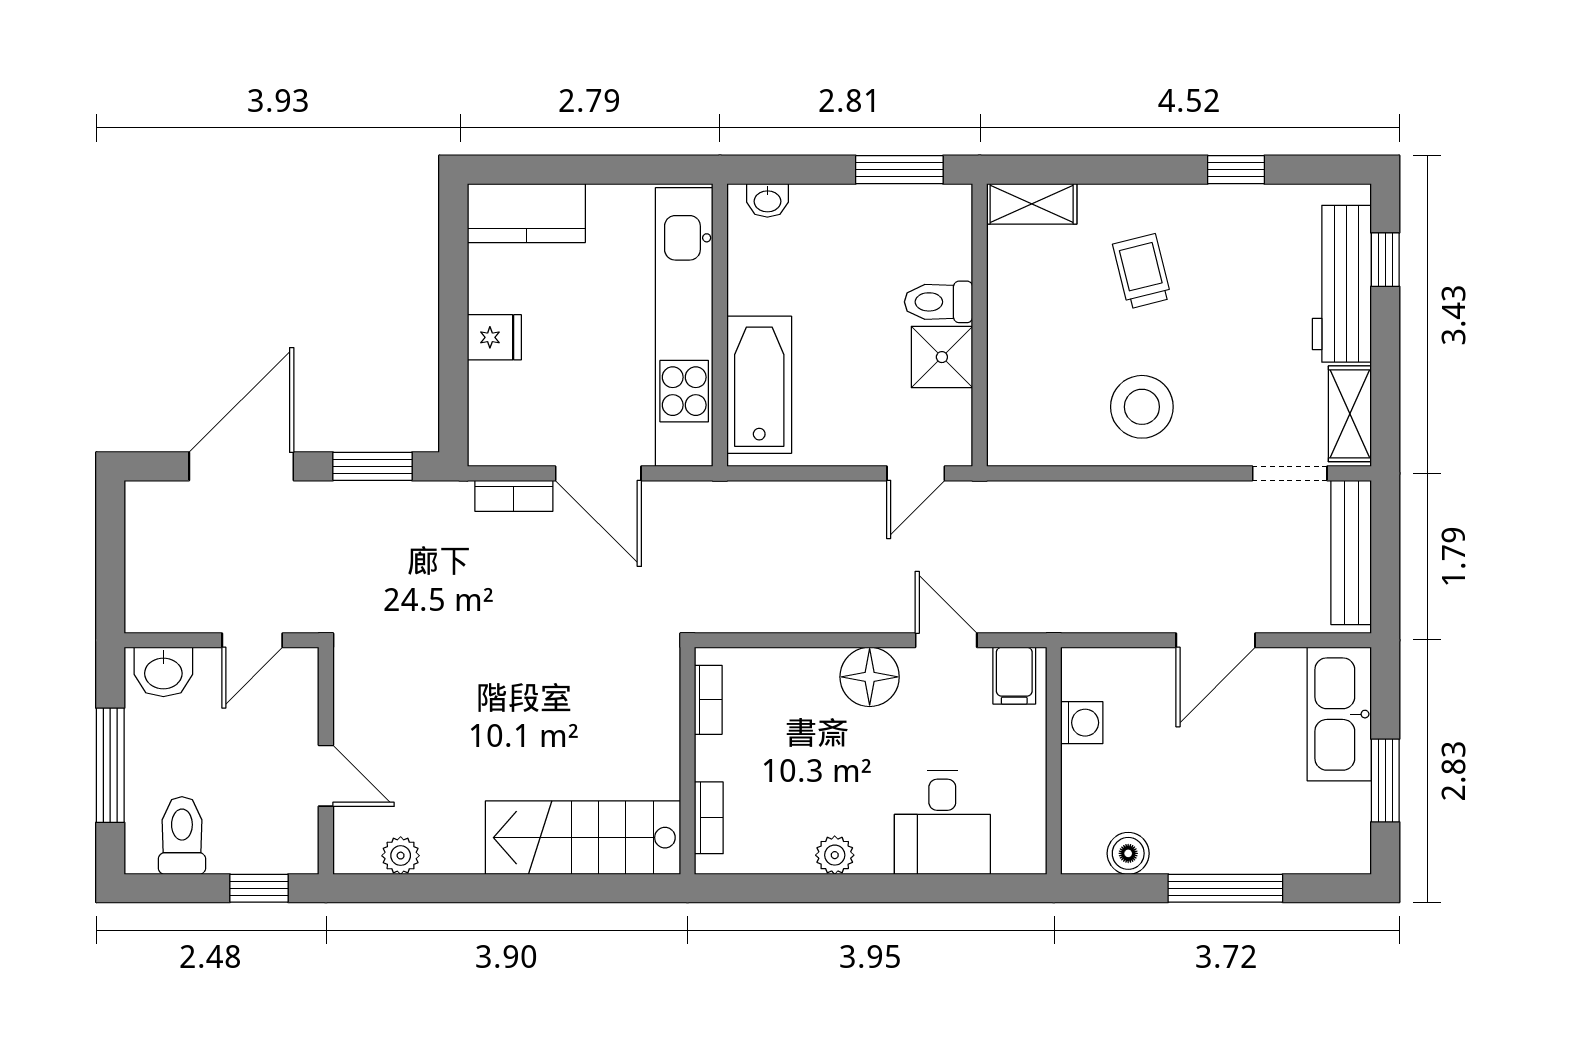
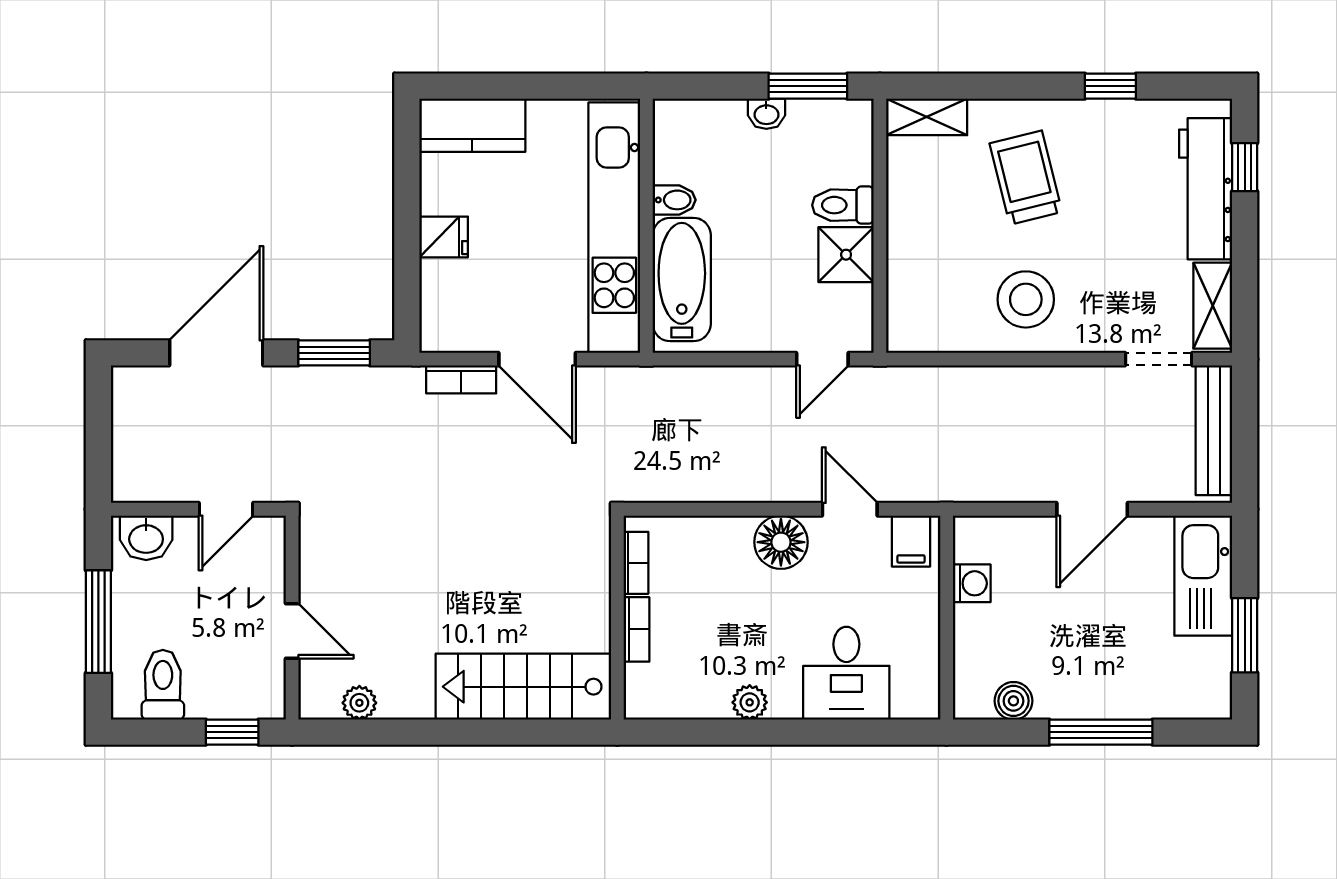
washbasin: (767, 200) -> (766, 114), moved
trolley: (1142, 271) -> (1026, 178), width x1.36, depth x1.39
bidet: (751, 296) -> (674, 200), added
bookcase: (709, 818) -> (636, 629), moved

